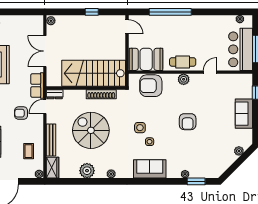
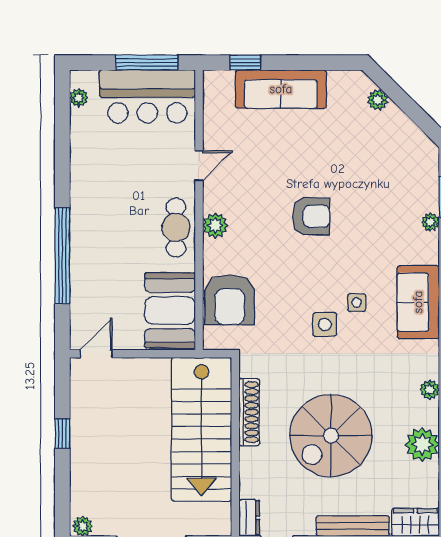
door: (210, 72) -> (199, 166), swing flipped
sofa: (244, 114) -> (281, 89), width x1.36

